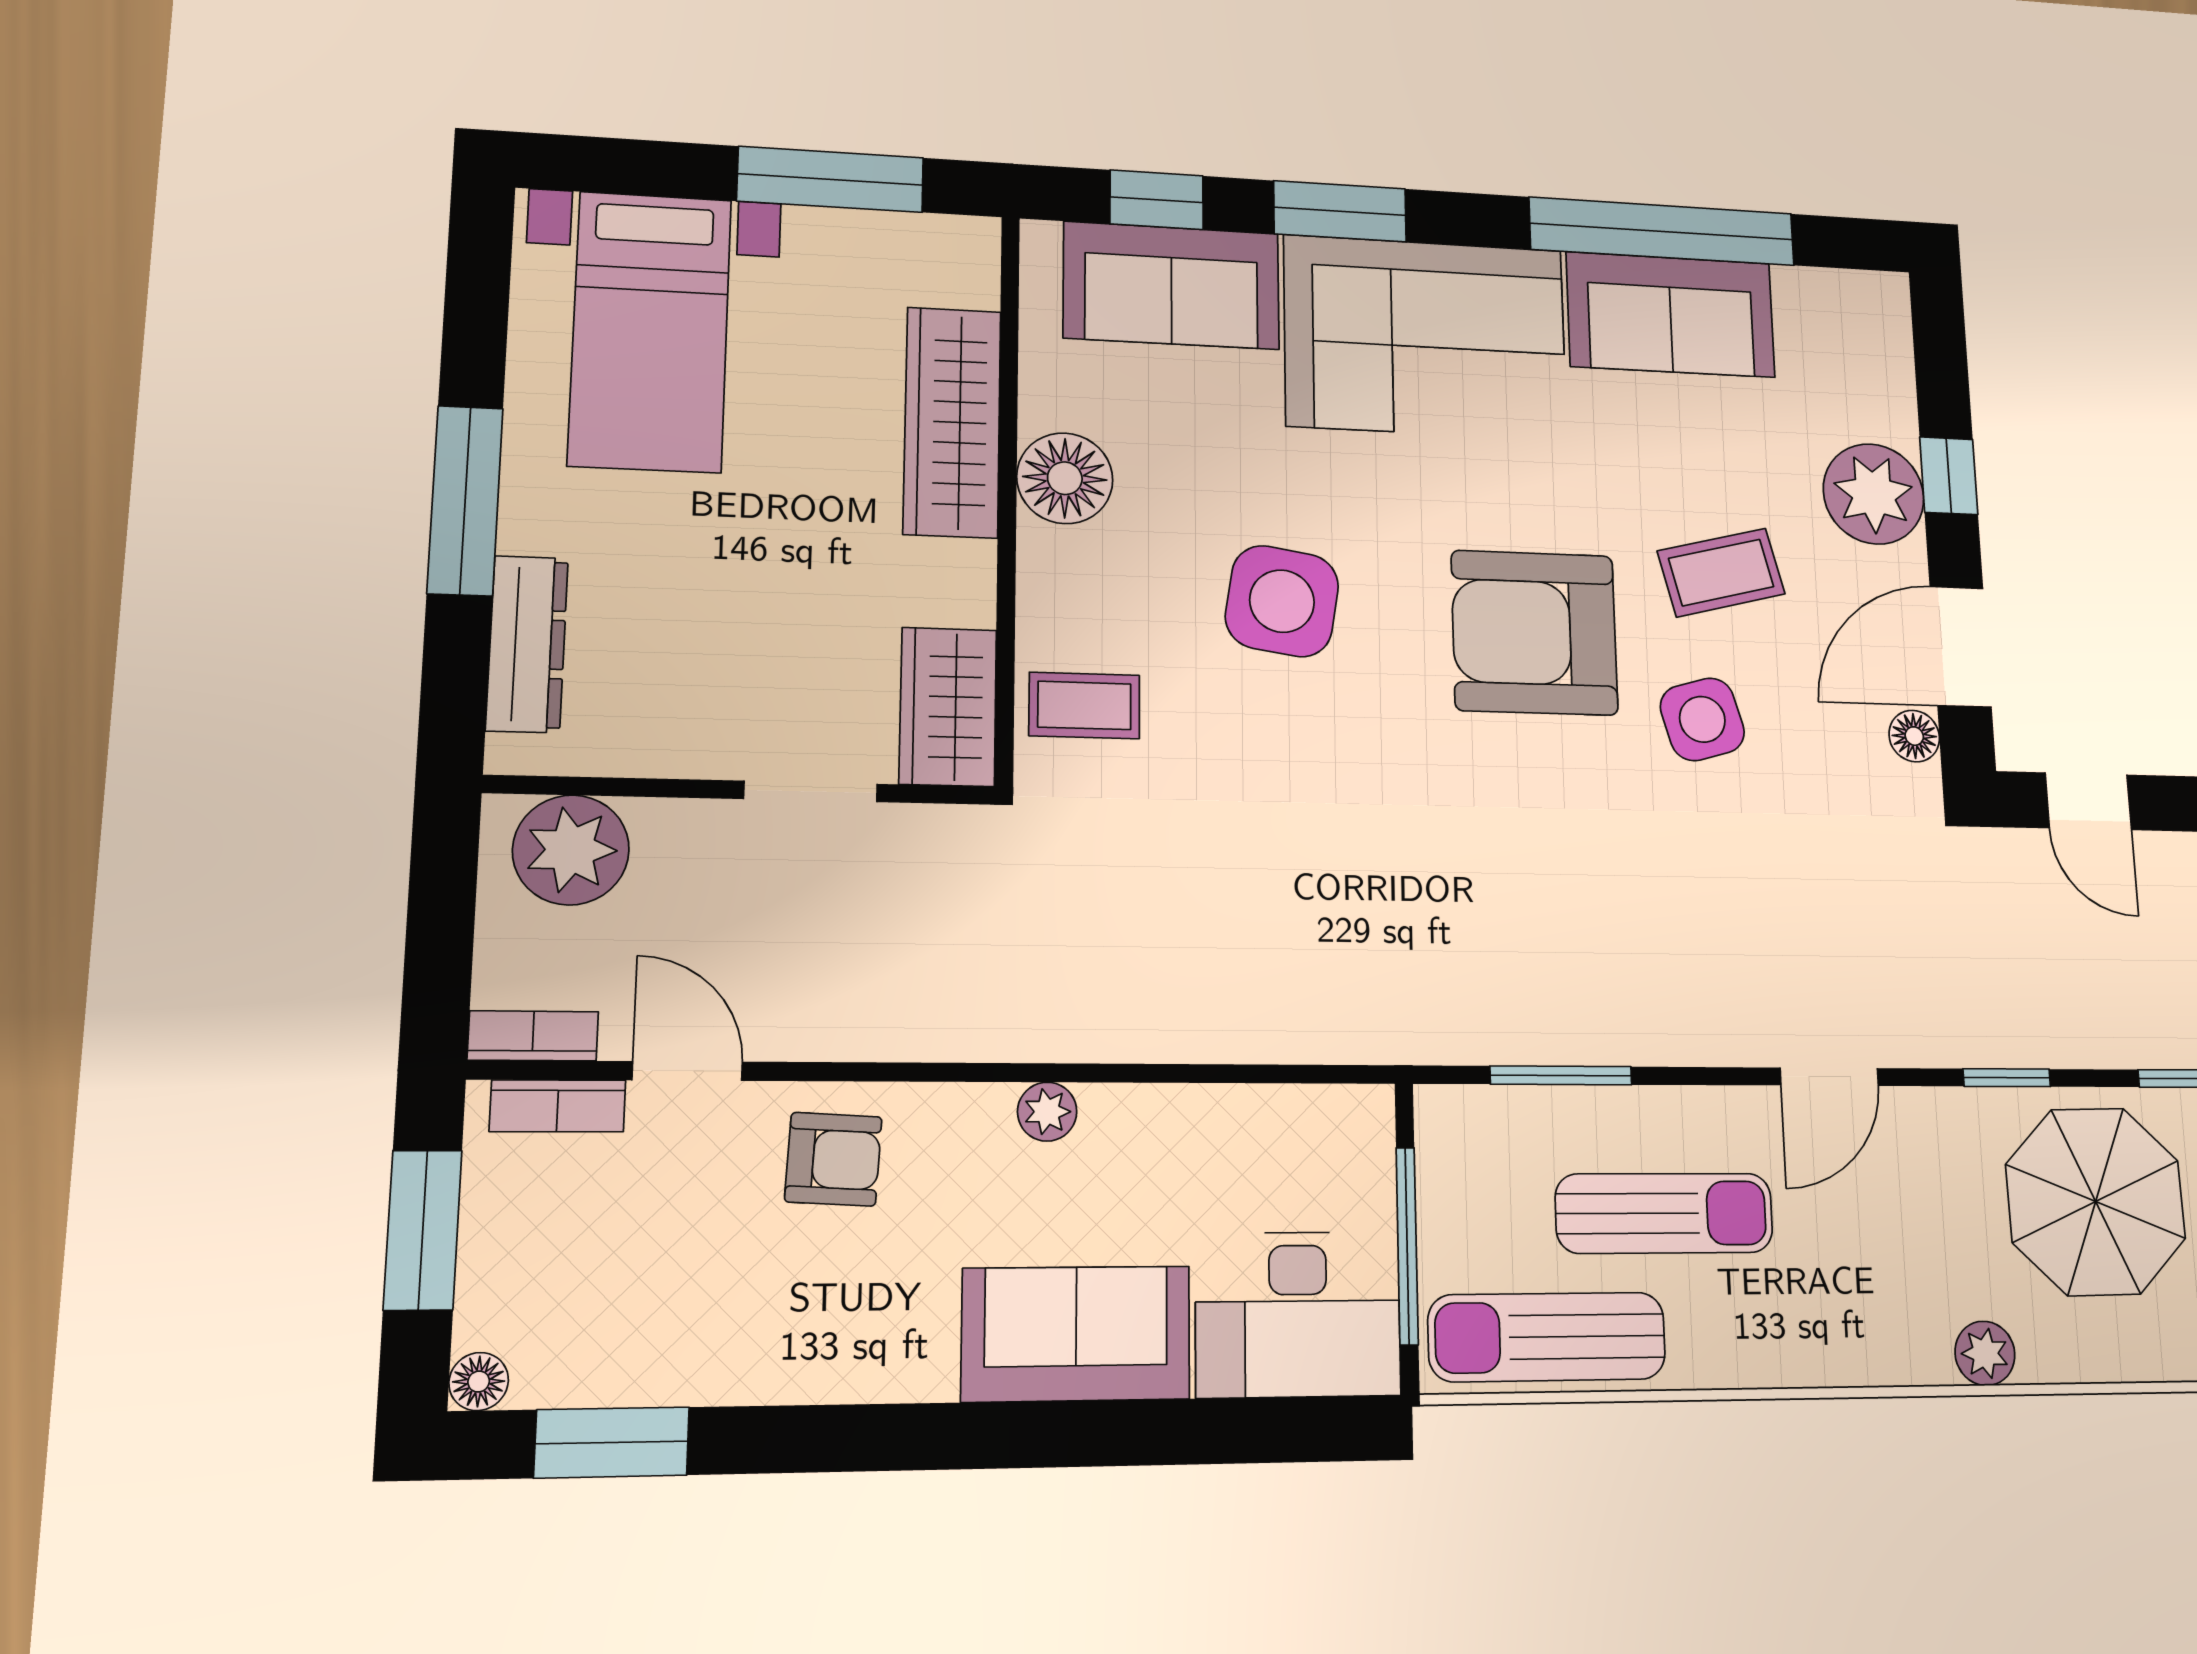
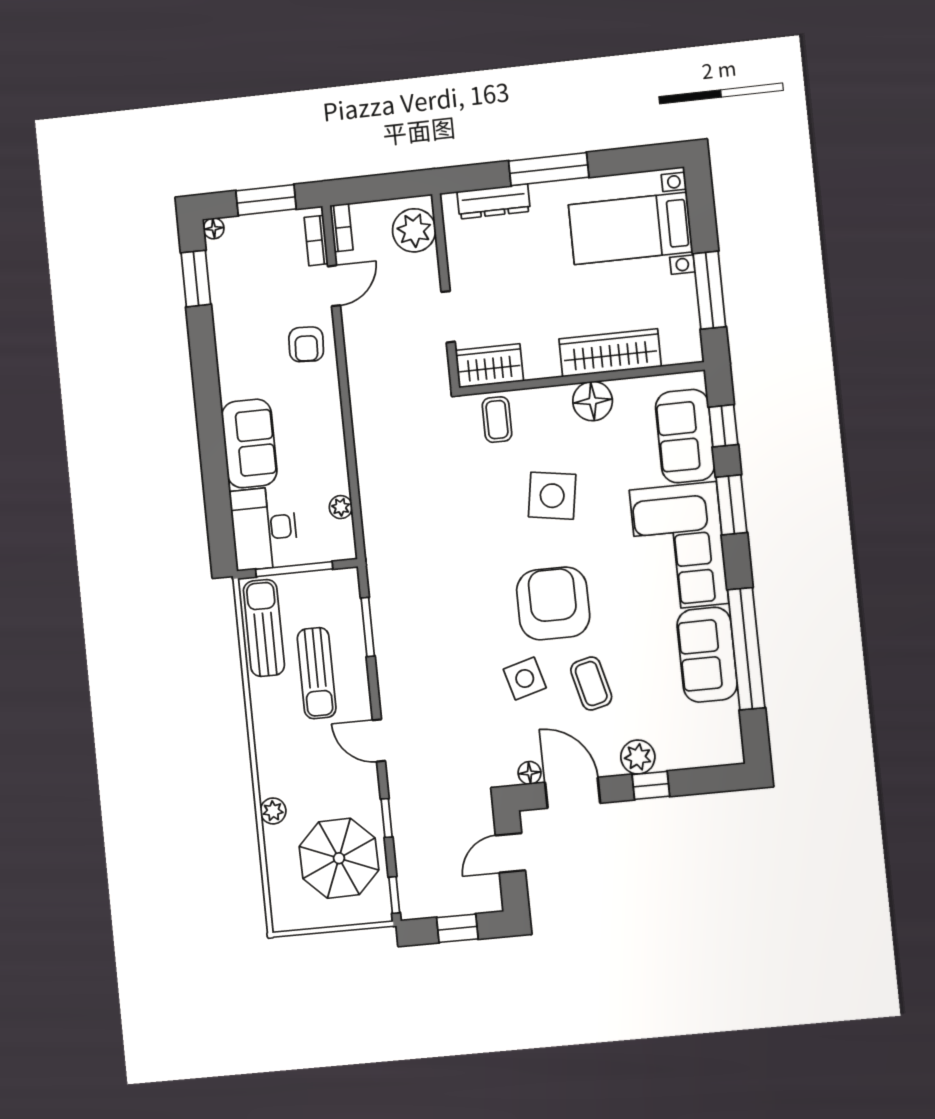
plant: (1874, 494) -> (638, 757), width x0.73, depth x0.73
plant: (1047, 1112) -> (341, 507), moved

